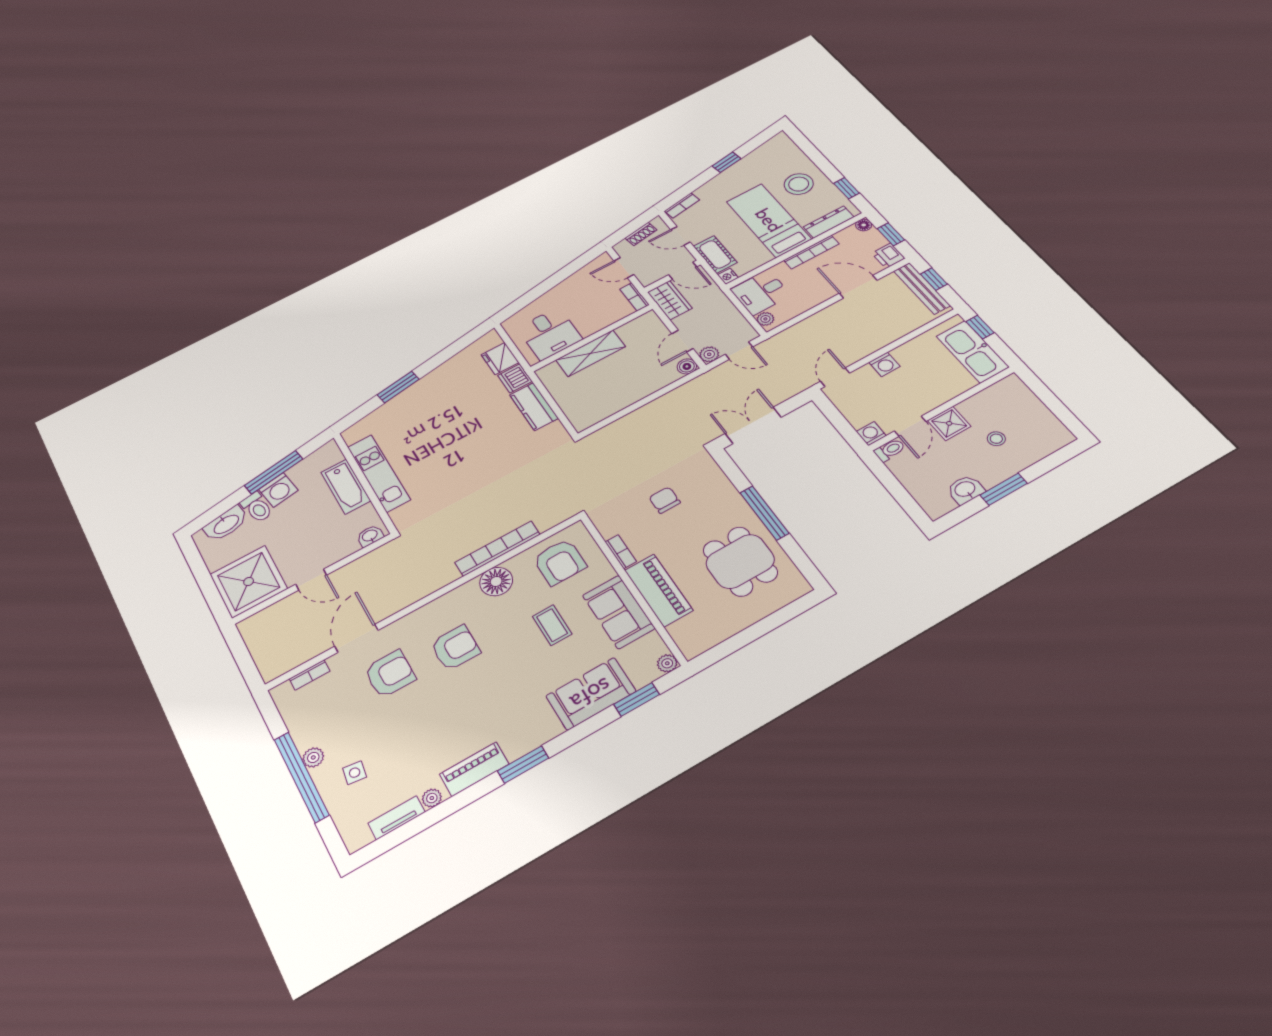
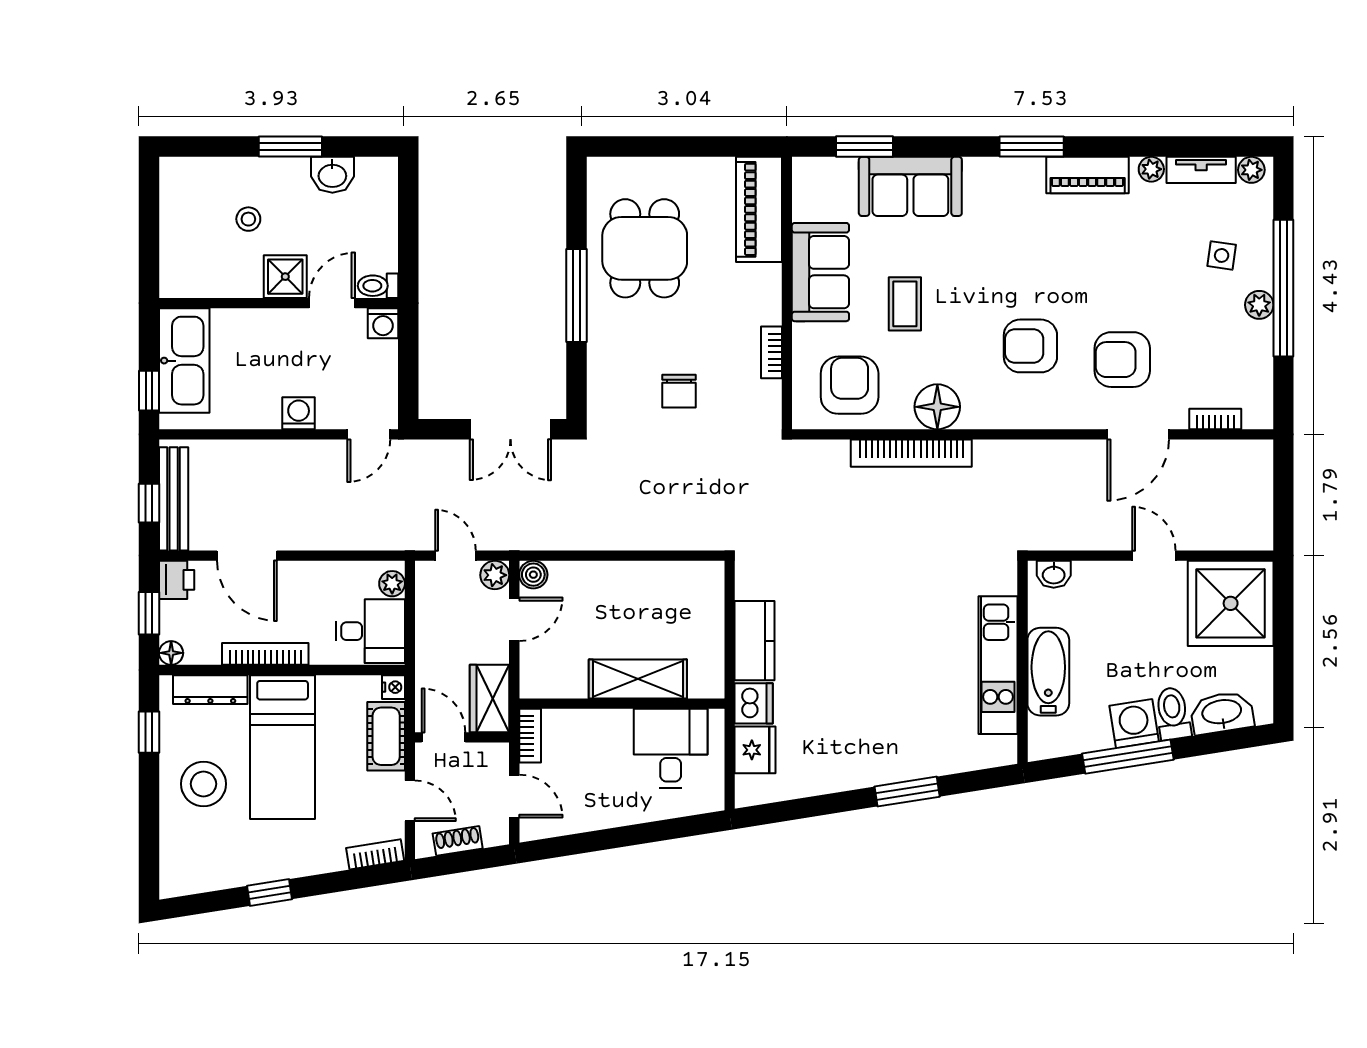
piano: (659, 590) -> (759, 209), moved
plant: (667, 663) -> (1251, 170), moved

